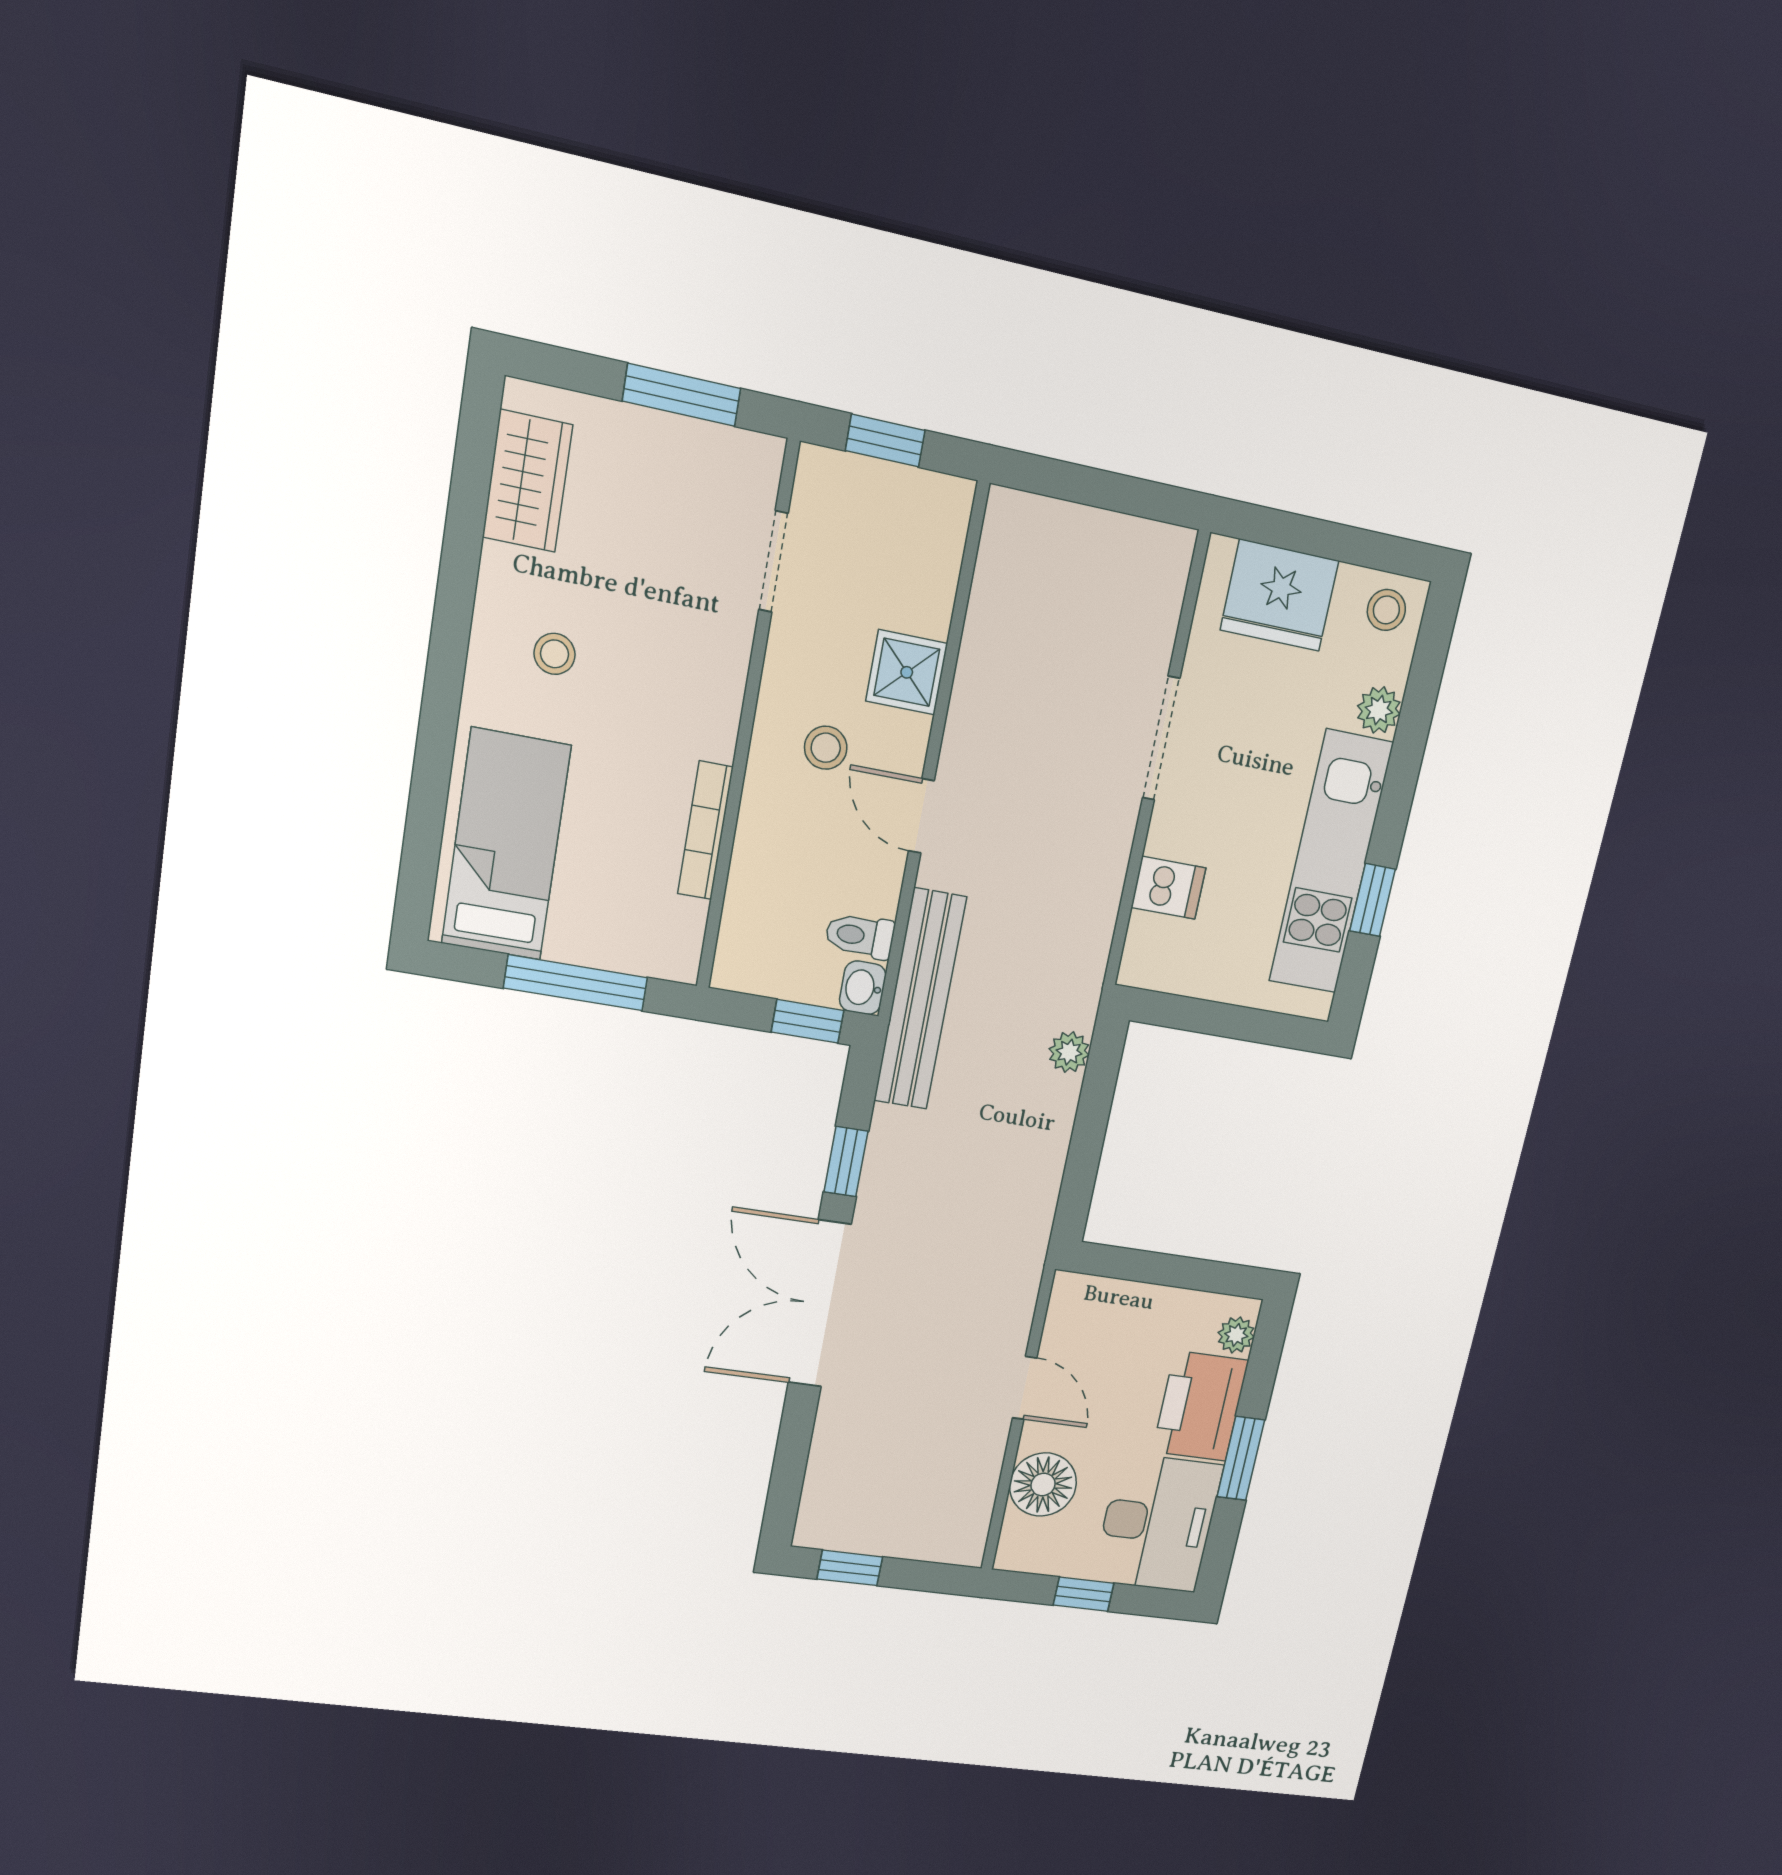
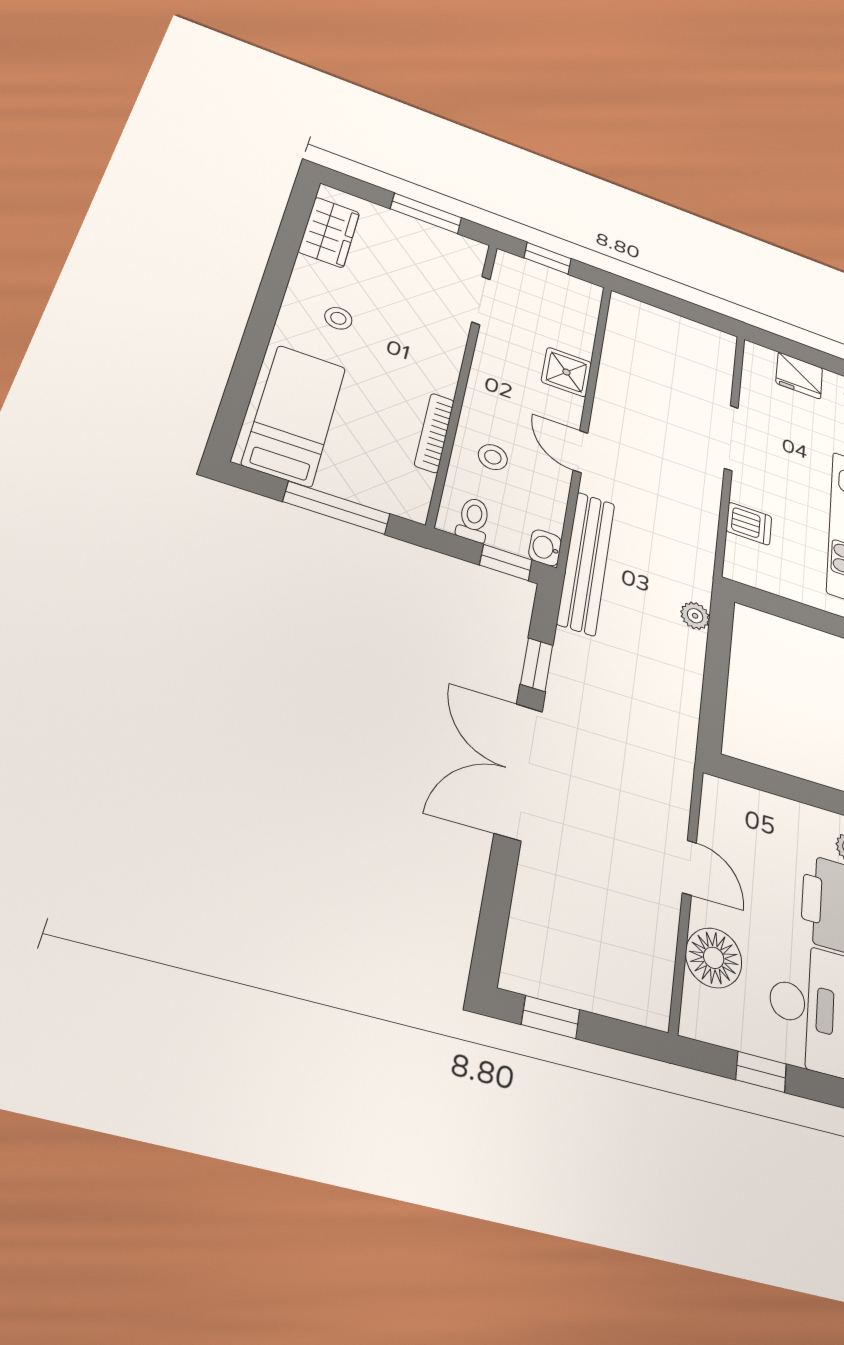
fridge: (1279, 595) -> (799, 376), width x0.73, depth x0.75
stool: (826, 748) -> (493, 457), moved
toilet: (860, 936) -> (473, 520), moved, turned 90

